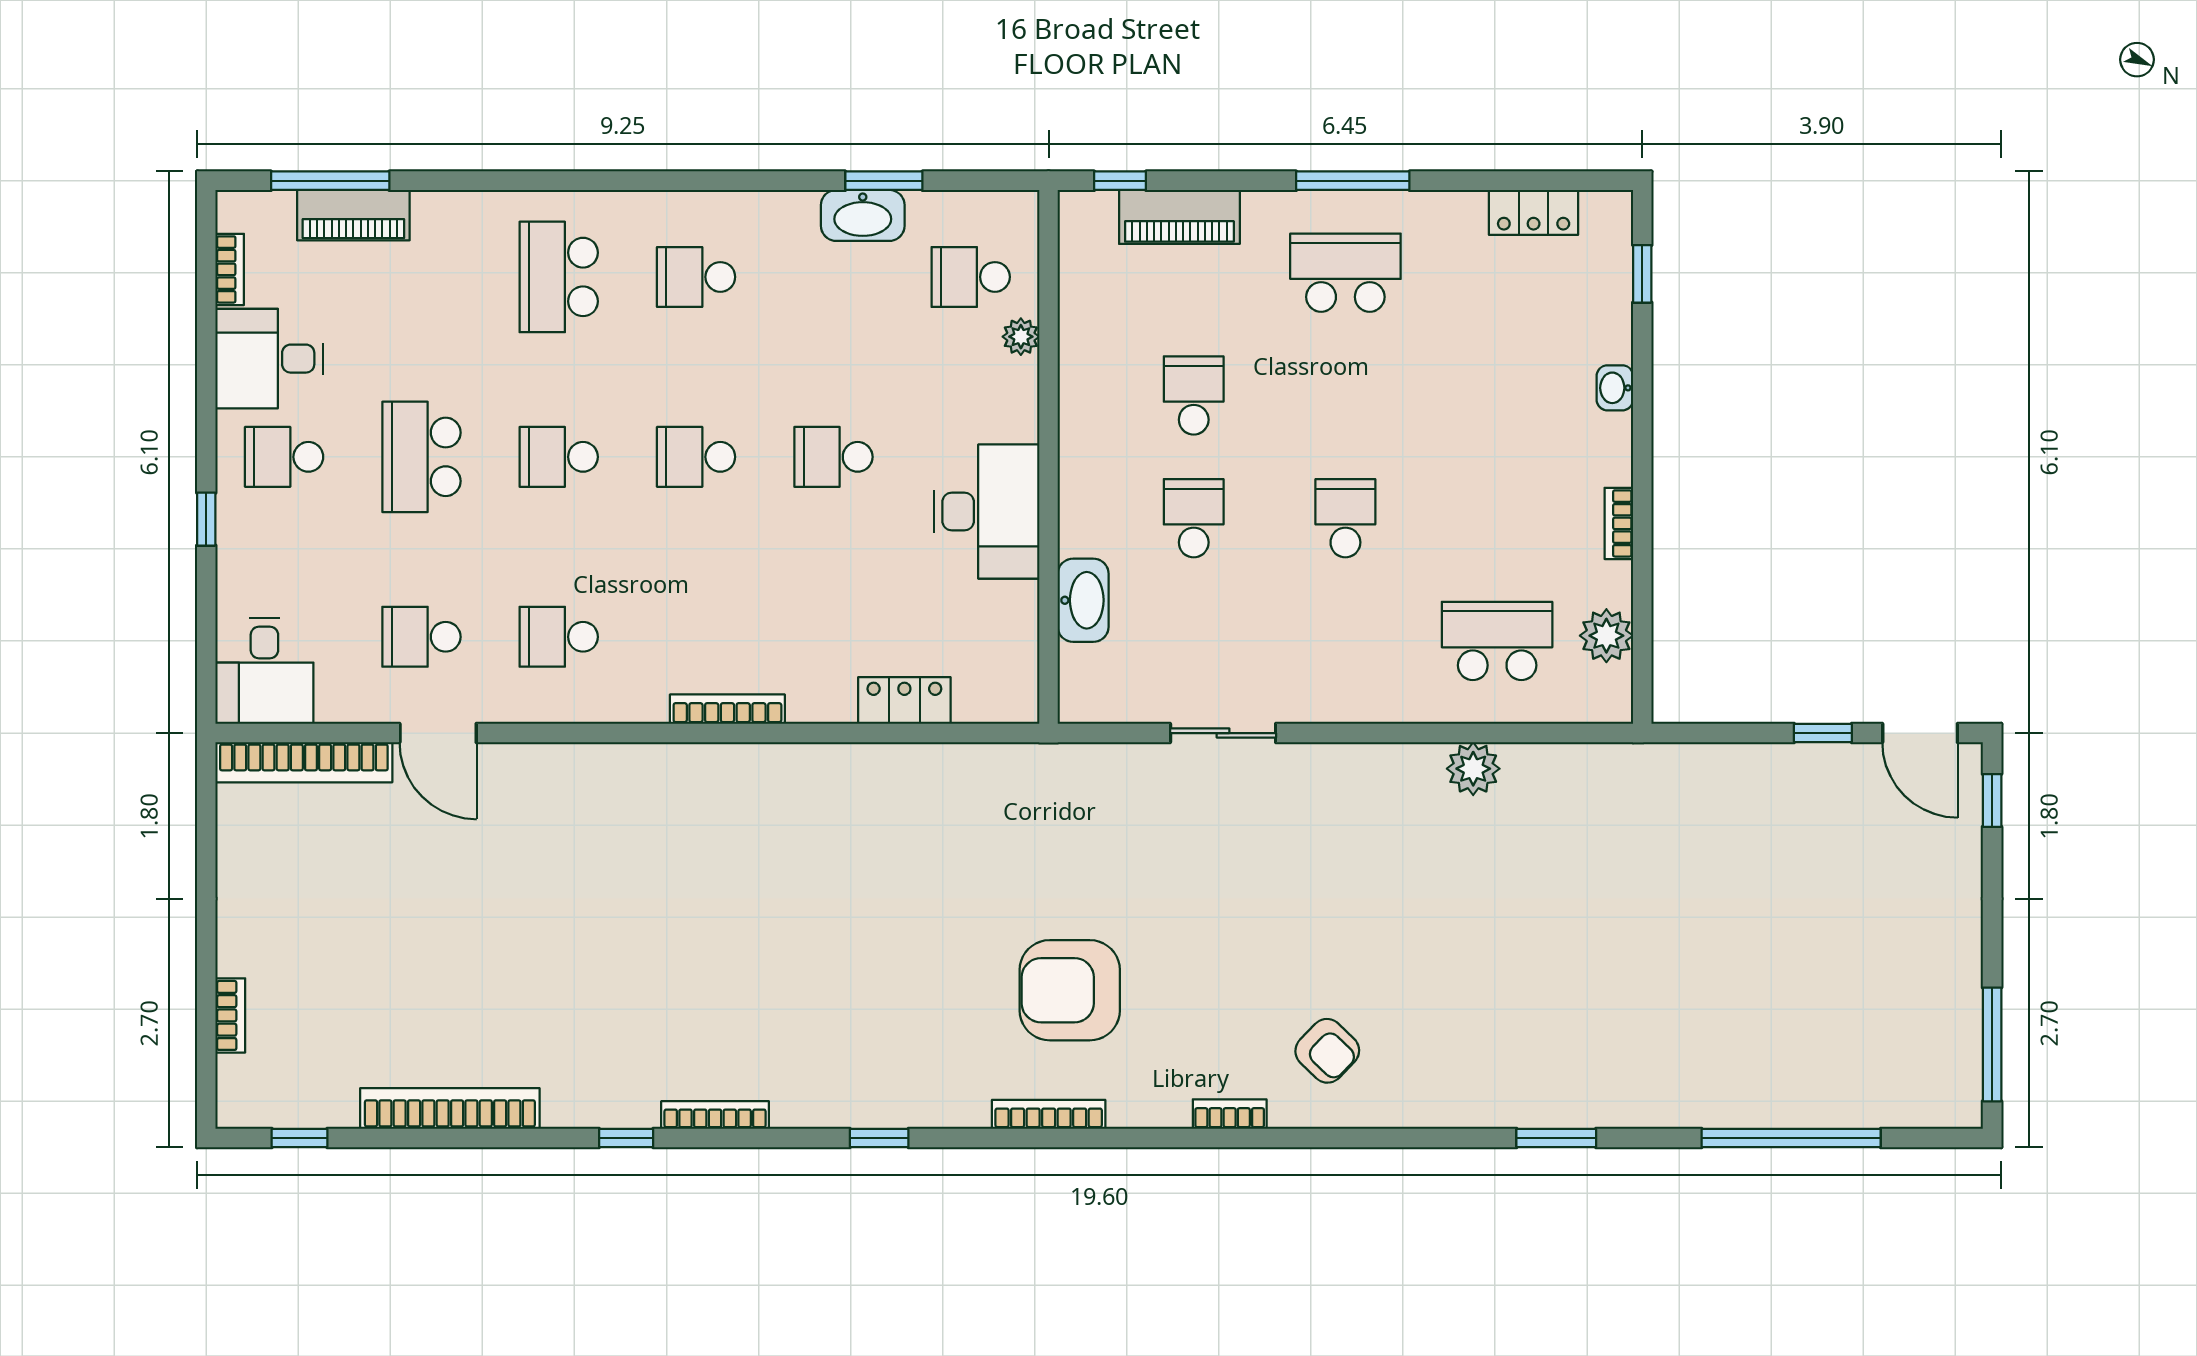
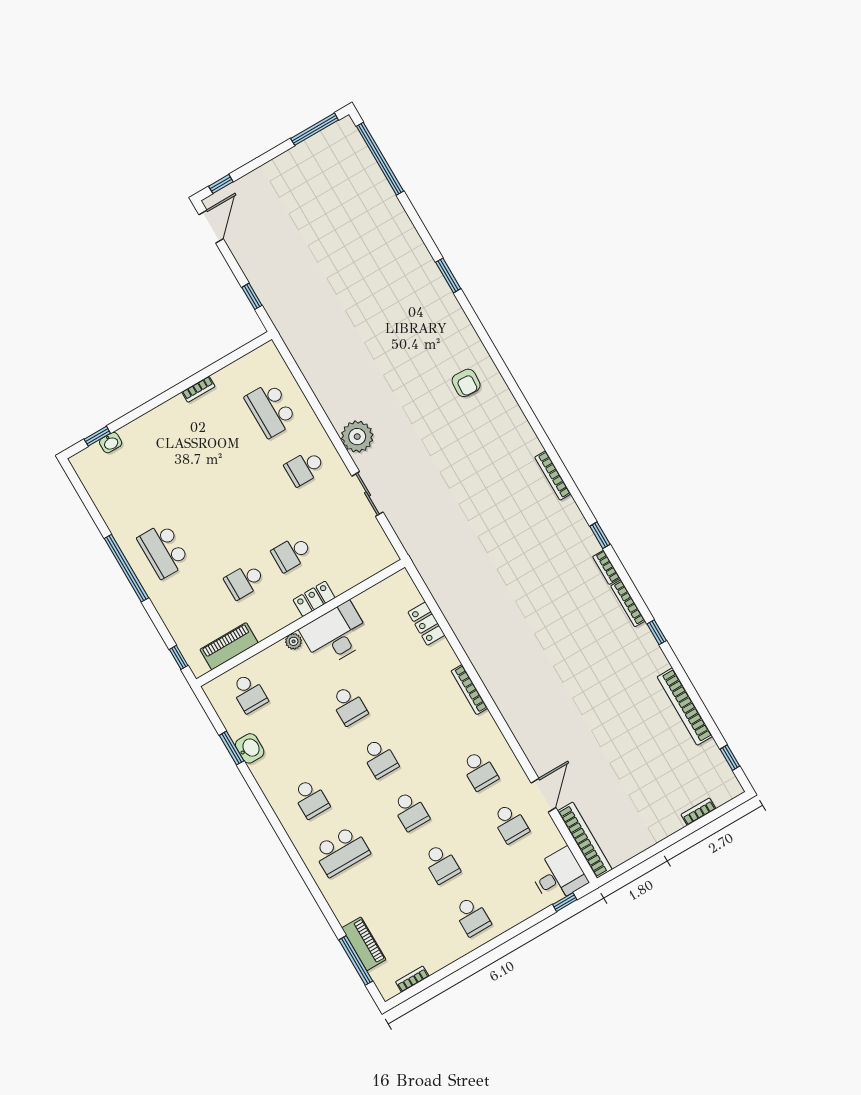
window: (1353, 181) -> (126, 568), width x1.46
locker: (1534, 212) -> (314, 599), moved, turned -90
washbasin: (863, 215) -> (250, 748), width x0.72
piano: (1179, 217) -> (229, 646), moved, turned -90
plant: (1021, 337) -> (294, 641), moved
desk: (269, 359) -> (438, 944), removed
washbasin: (1615, 388) -> (111, 443), moved
school desk: (421, 457) -> (441, 864), width x0.54
school desk: (1345, 518) -> (305, 468), moved
window: (206, 519) -> (565, 902), moved
washbasin: (1083, 600) -> (348, 578), removed
plant: (1606, 636) -> (244, 369), removed
window: (1823, 733) -> (252, 296), moved
plant: (1473, 769) -> (357, 437), moved, width x1.36, depth x1.36
armchair: (1070, 990) -> (500, 495), removed
armchair: (1327, 1051) -> (466, 383), turned 139
bookcase: (1230, 1114) -> (606, 567), moved
window: (1791, 1138) -> (380, 159), moved

